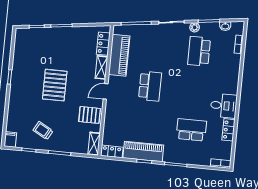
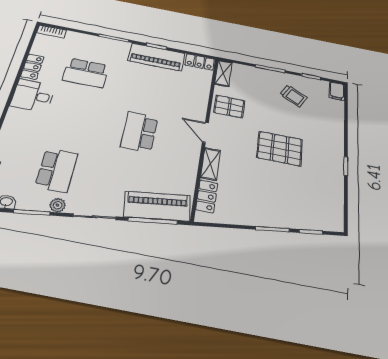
piano: (119, 55) -> (157, 206), moved, turned 83
pallet: (55, 85) -> (280, 149), turned 90
door: (106, 91) -> (205, 132), swing flipped

